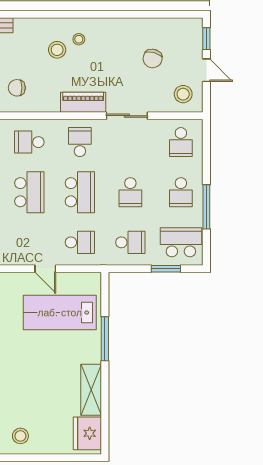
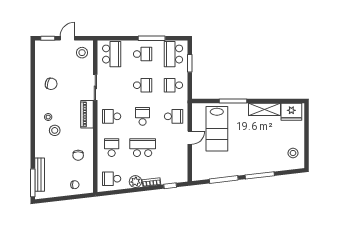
chair: (153, 59) -> (51, 84), moved
school desk: (29, 142) -> (112, 148), turned 180
school desk: (181, 142) -> (112, 54), width x1.85
school desk: (80, 192) -> (143, 116), width x0.54
school desk: (80, 242) -> (173, 116), turned 90
school desk: (130, 242) -> (173, 85), turned -90

